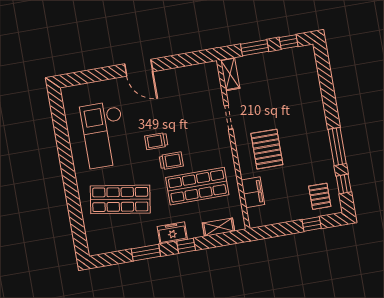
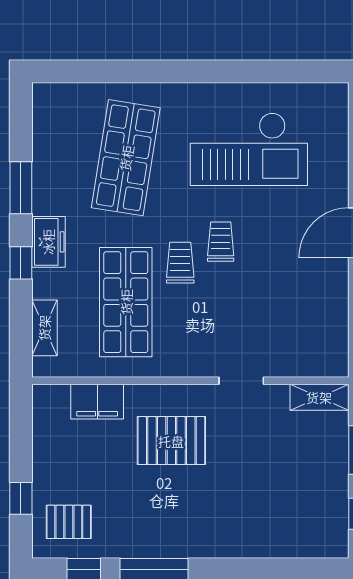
checkout: (104, 135) -> (249, 149), turned 180
trolley: (171, 161) -> (180, 263), turned 180

